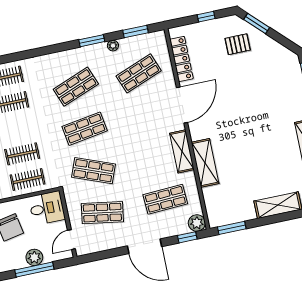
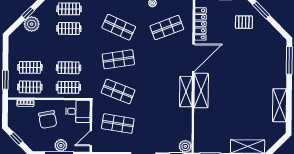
shop shelf: (76, 87) -> (119, 27), turned 45
shelving: (205, 163) -> (201, 91), moved
shop shelf: (165, 199) -> (166, 124), removed

